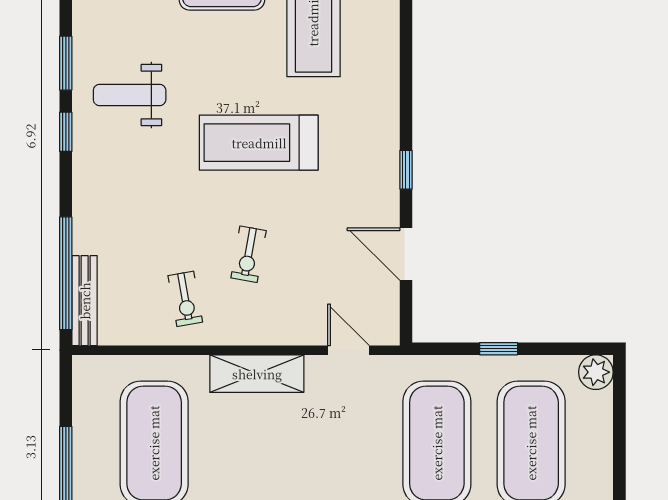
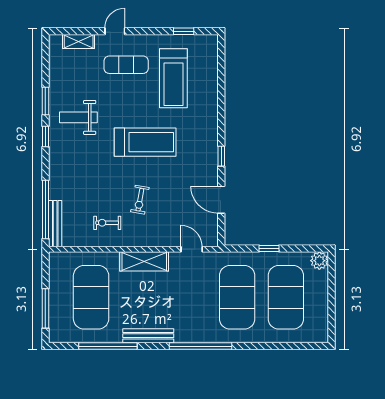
treadmill: (259, 143) -> (145, 142), turned 180
exercise bike: (185, 299) -> (107, 223), turned 100

